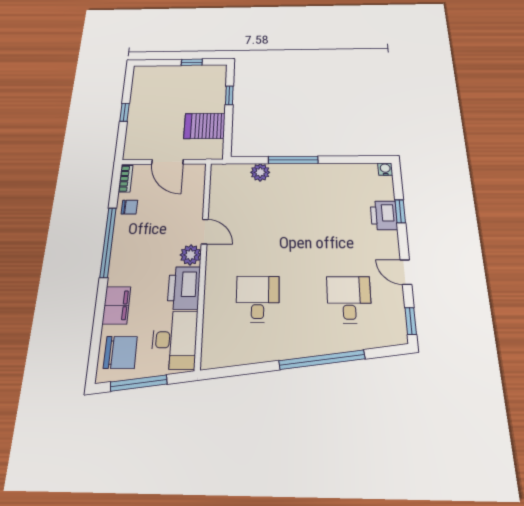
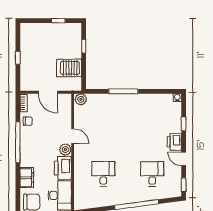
plant: (260, 172) -> (81, 99), moved
printer: (384, 215) -> (174, 142), moved

